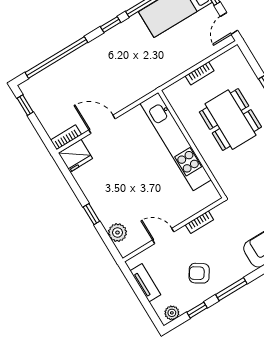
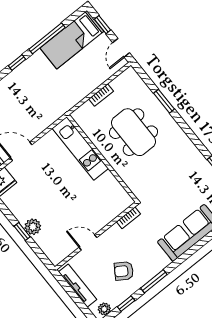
kitchen unit: (176, 142) -> (80, 148), width x0.73
bookcase: (199, 222) -> (128, 218), moved
plant: (117, 233) -> (33, 227), moved
tv unit: (145, 283) -> (78, 286), width x1.41

